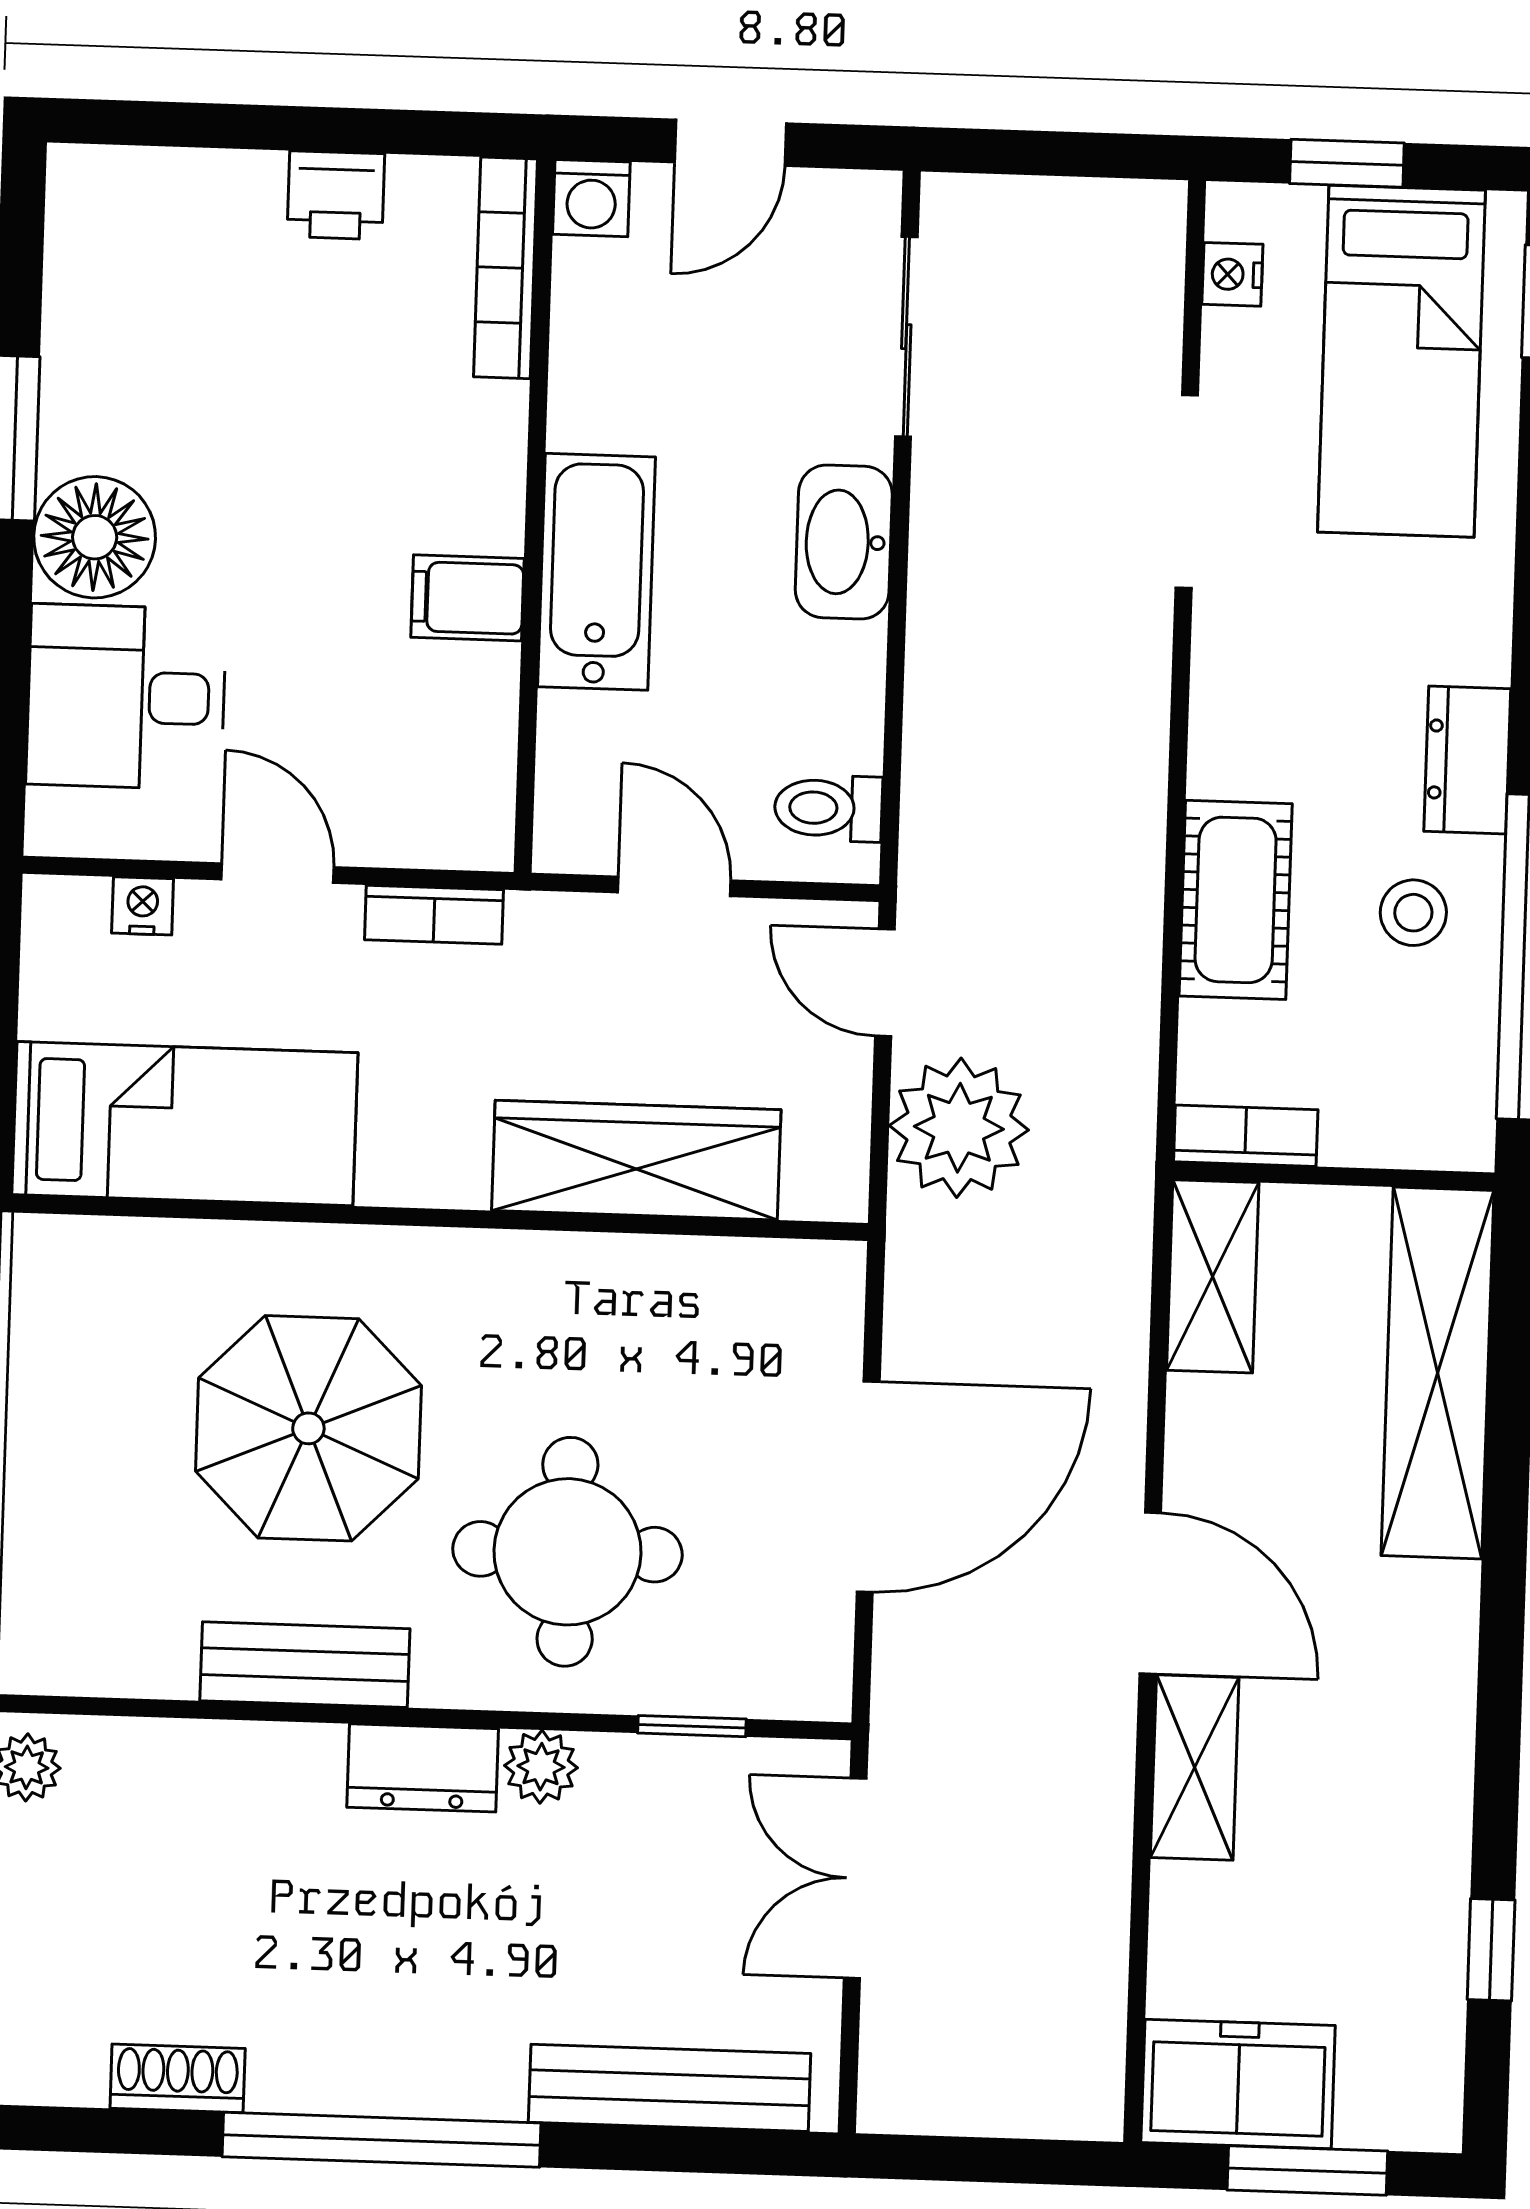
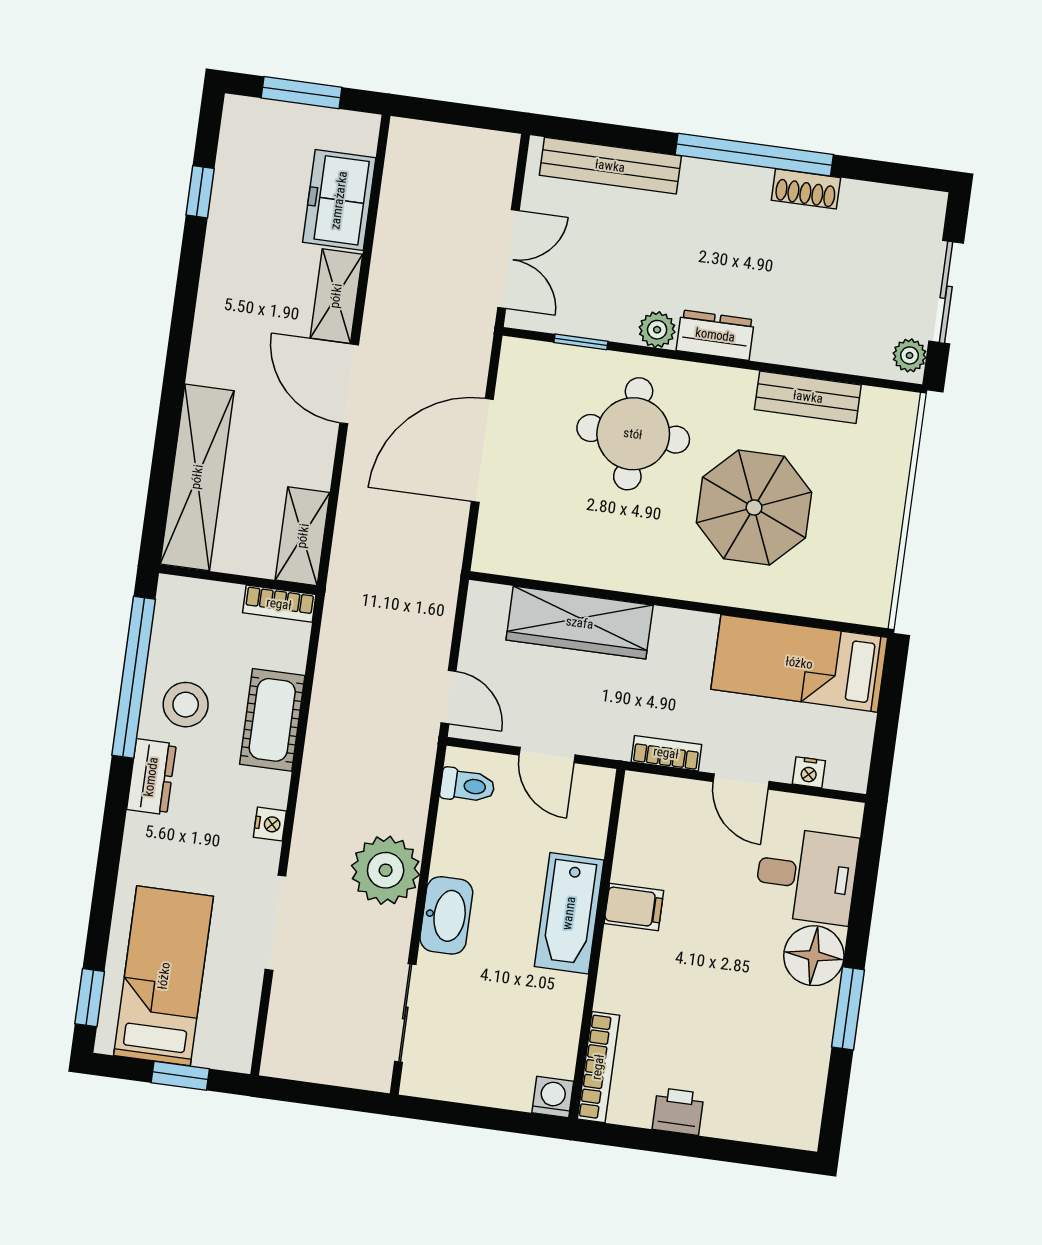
door: (730, 143) -> (482, 1117), removed
nightstand: (1232, 274) -> (270, 824), moved
stool: (1413, 913) -> (186, 705), width x1.37, depth x1.37
plant: (959, 1128) -> (386, 870), moved
bench: (305, 1665) -> (808, 397), moved
shoe rack: (178, 2078) -> (806, 189), moved
freezer: (1238, 2084) -> (339, 200), moved, turned 90

